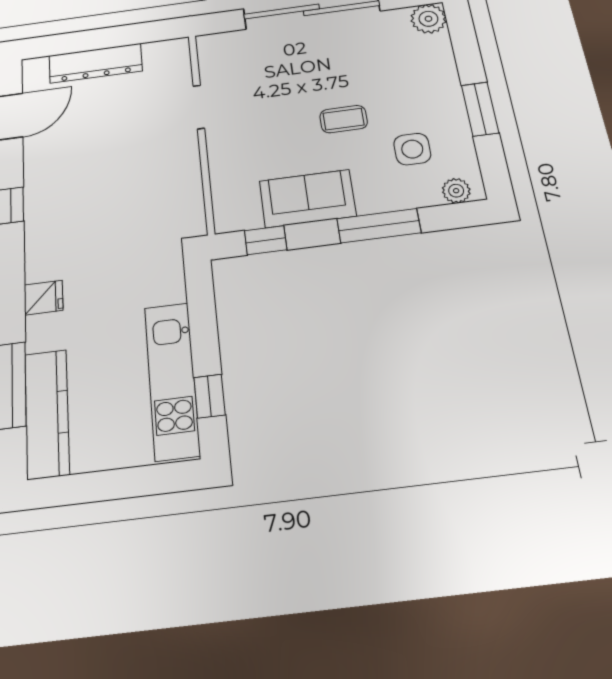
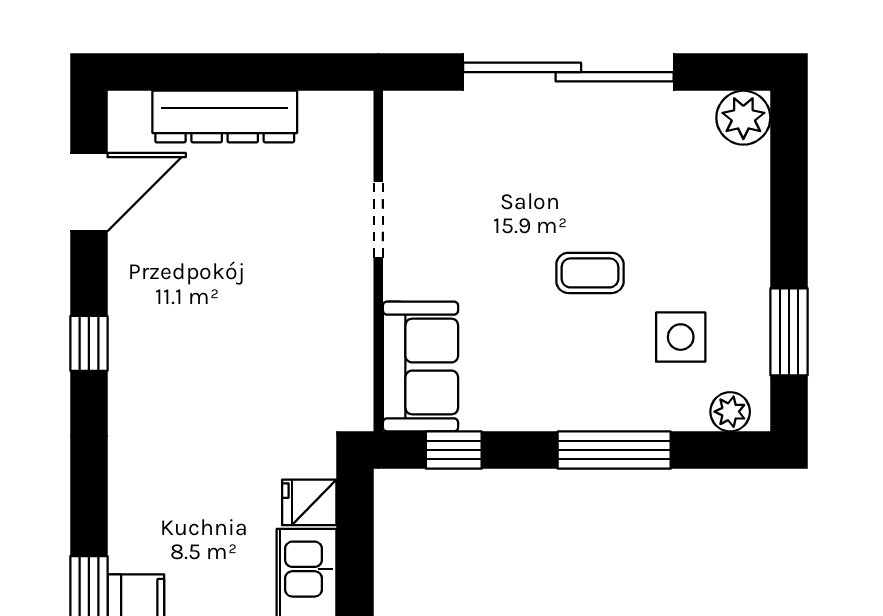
window: (480, 109) -> (789, 332), moved
sofa: (307, 198) -> (421, 366), moved, turned 90
fridge: (44, 298) -> (309, 502), moved, turned 180

